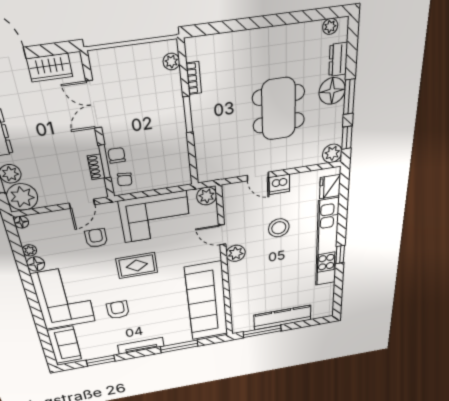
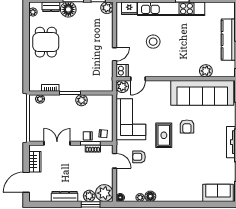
double door: (94, 105) -> (57, 143), swing flipped
dining table: (279, 109) -> (46, 42), moved, width x0.73
plant: (177, 136) -> (82, 100), added
dishwasher: (279, 184) -> (122, 71), moved
door: (222, 235) -> (138, 79), moved
plant: (236, 253) -> (206, 71), moved
corner sofa: (63, 298) -> (179, 185), removed
armchair: (118, 310) -> (187, 126), moved, turned -90

